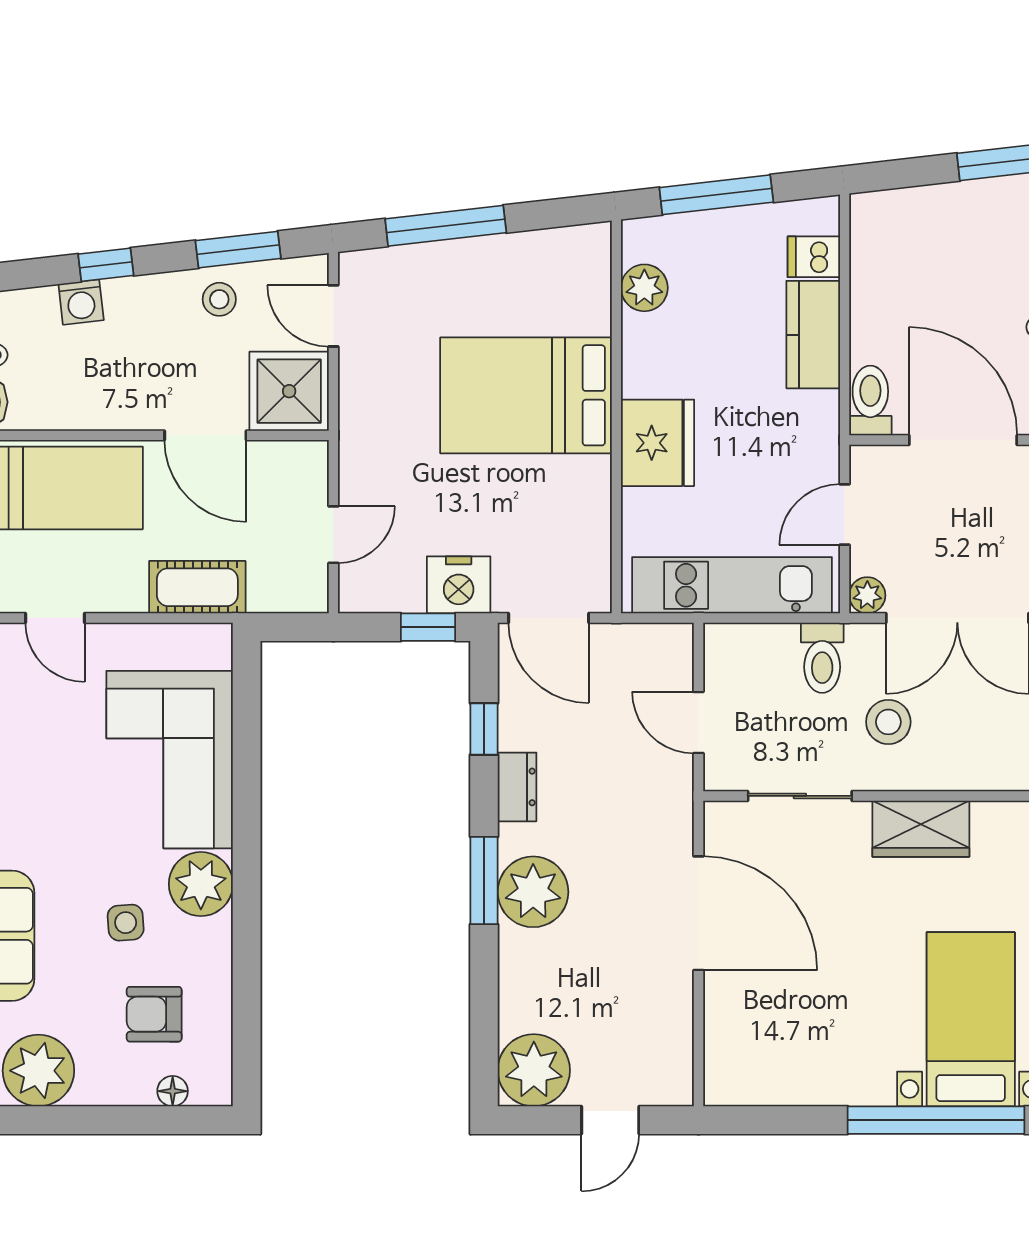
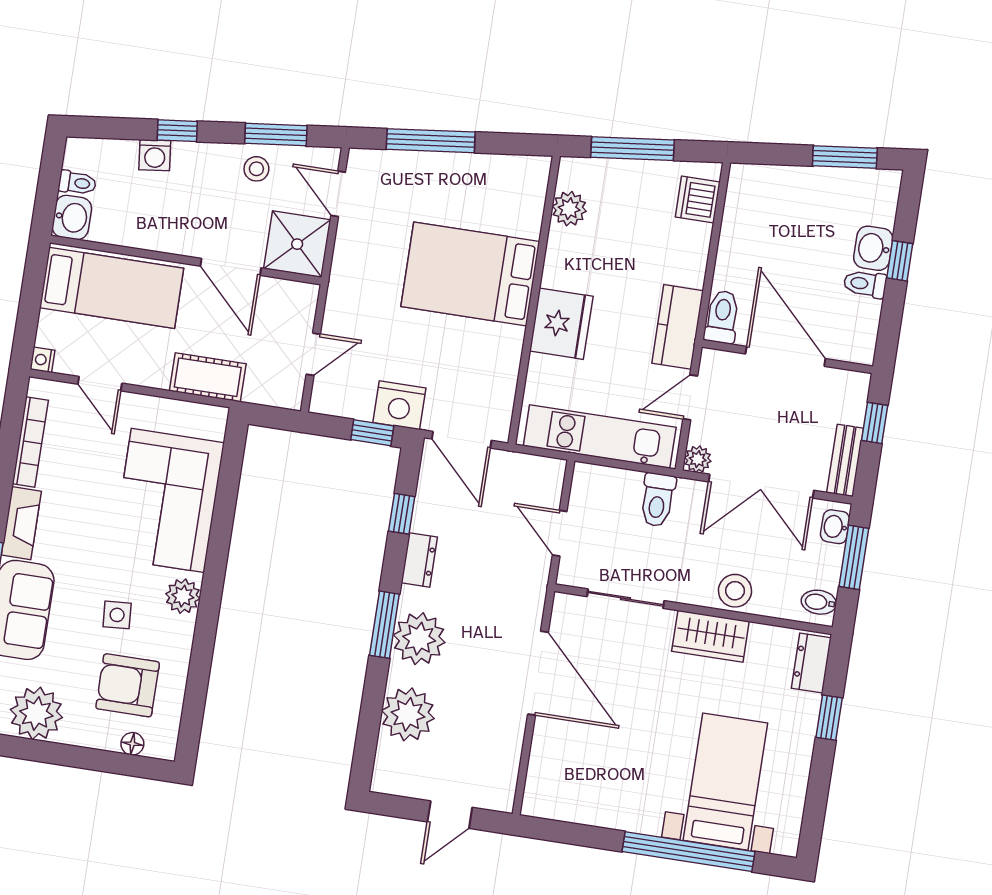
dishwasher: (814, 257) -> (698, 200), width x1.38
kitchen counter: (813, 335) -> (678, 327), moved
stool: (888, 722) -> (735, 591), moved
plant: (201, 884) -> (183, 596), width x0.73, depth x0.73
armchair: (154, 1014) -> (128, 685), width x1.38, depth x1.38
plant: (534, 1070) -> (408, 714), moved

